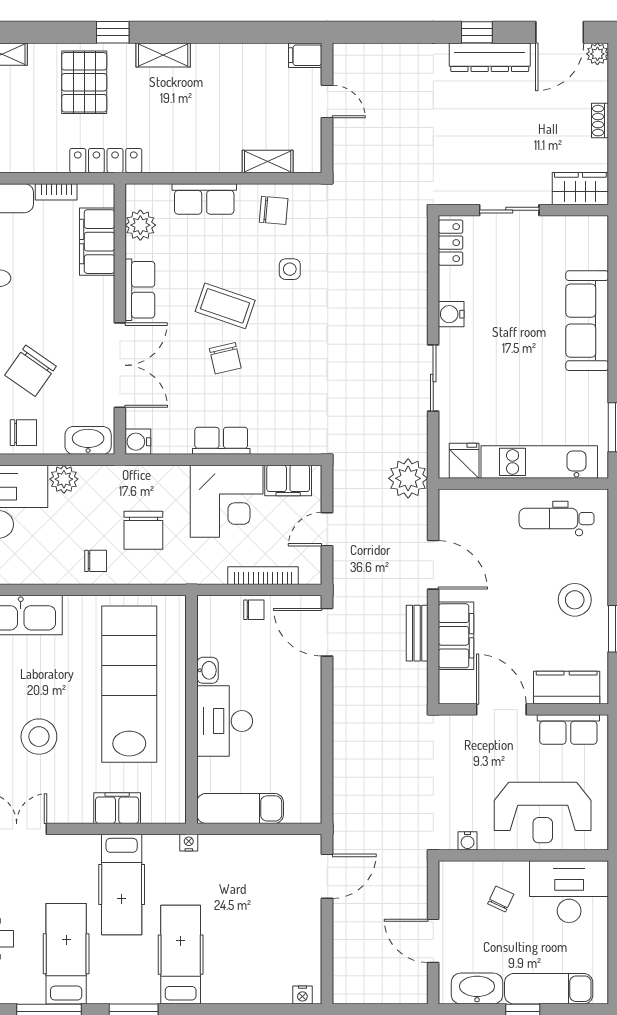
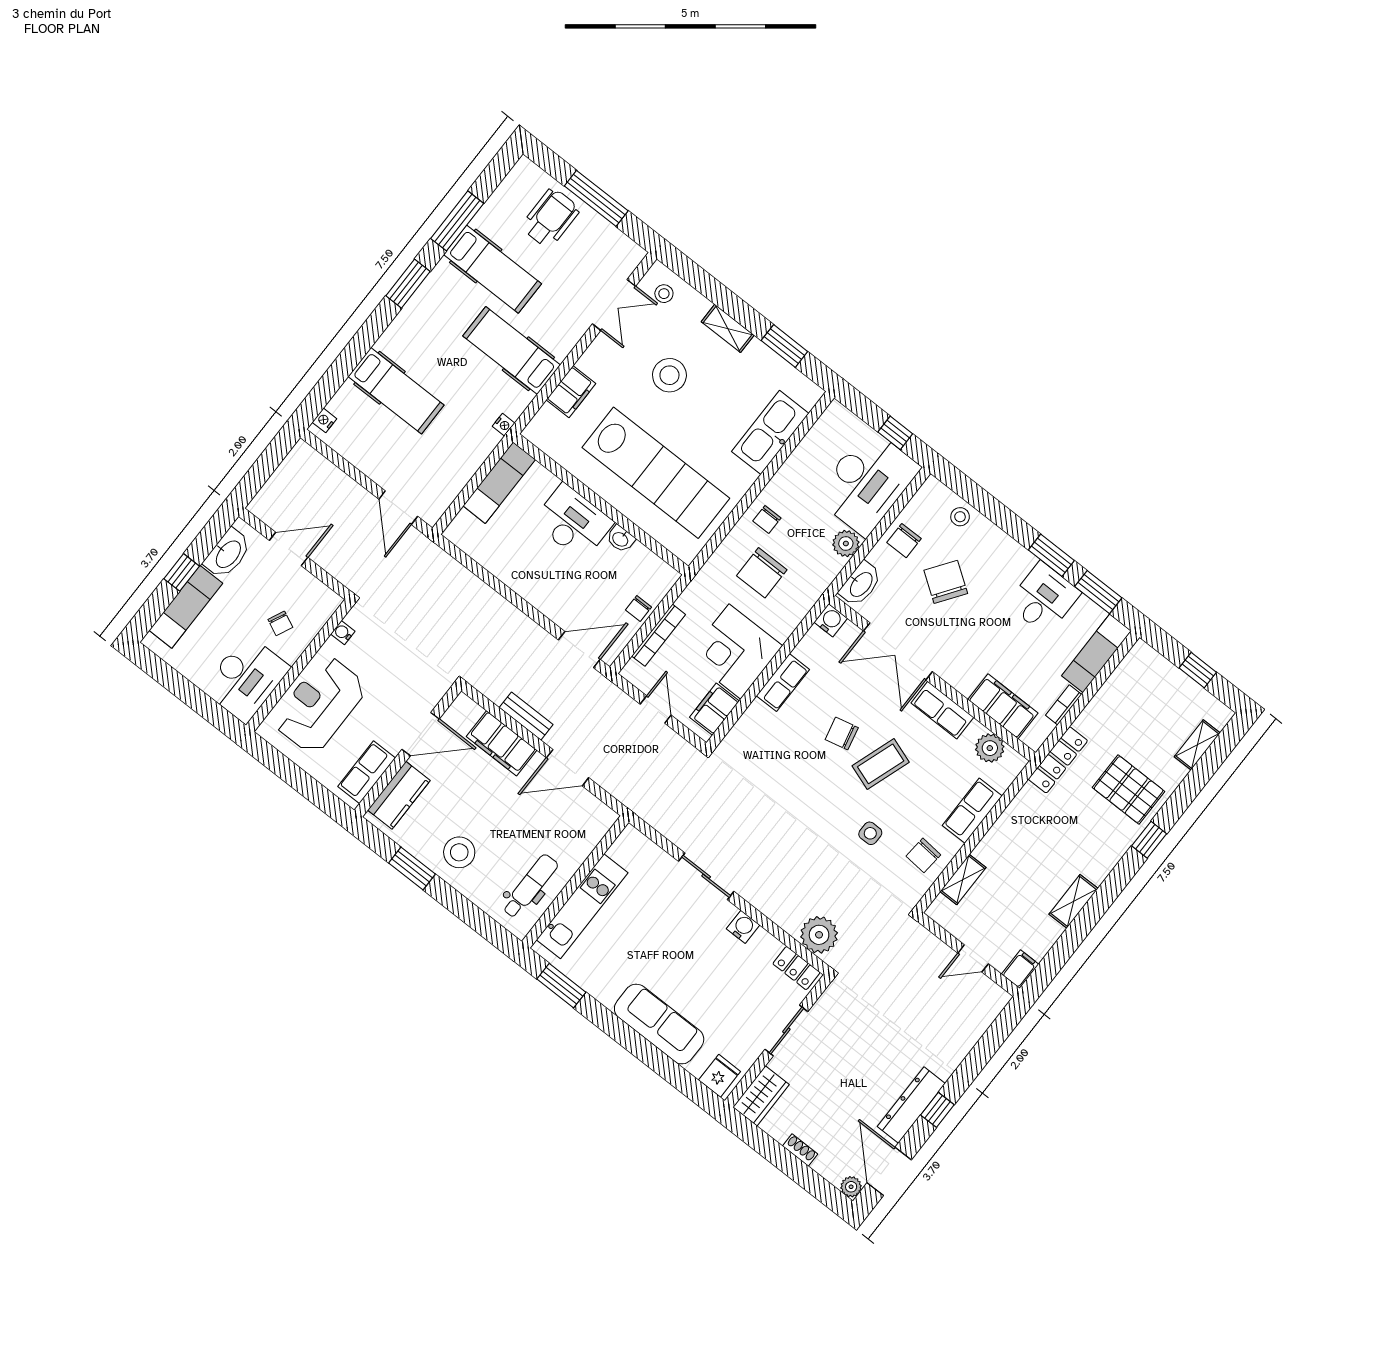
shelving: (163, 55) -> (1074, 901), moved
fridge: (464, 461) -> (720, 1076), moved, turned -90
plant: (408, 478) -> (819, 935), moved
chair: (143, 530) -> (762, 573), turned -90
hospital bed: (181, 955) -> (396, 391), moved

